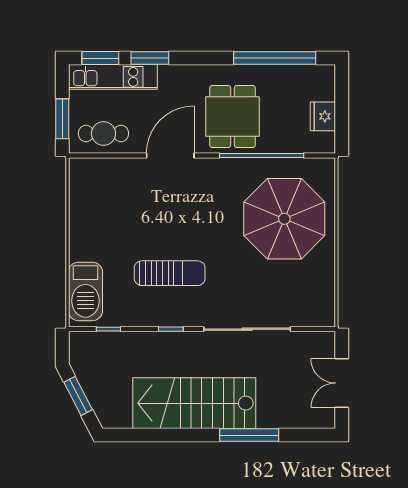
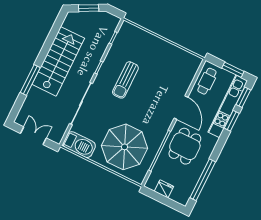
kitchen unit: (113, 77) -> (228, 106), width x1.36
dining table: (233, 117) -> (185, 146), turned 90
window: (62, 119) -> (233, 70), moved
barbecue: (85, 291) -> (79, 145), moved, turned 180

